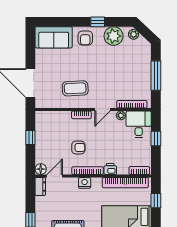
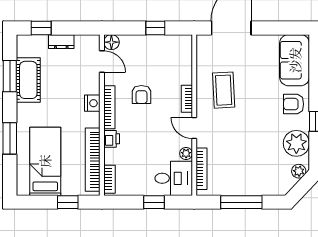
dresser: (40, 187) -> (61, 42), moved

